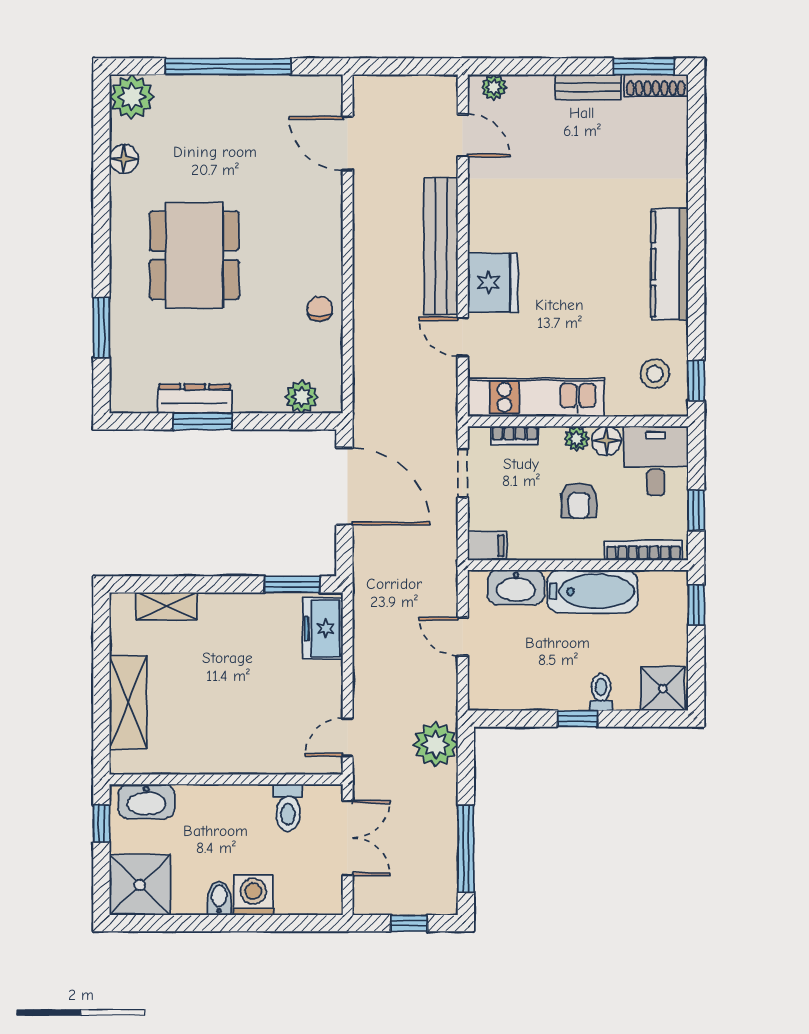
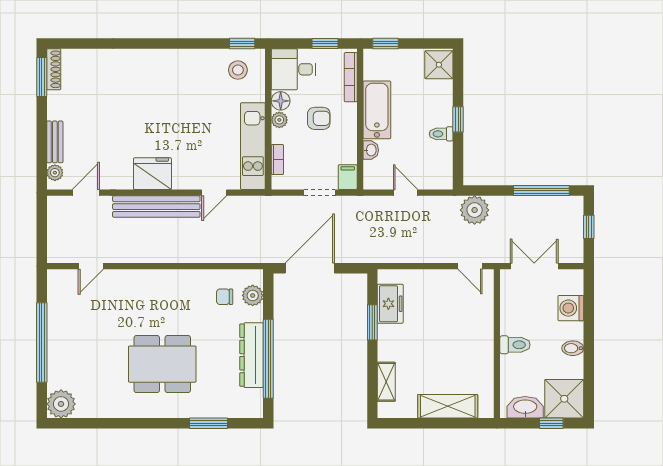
bench: (588, 87) -> (55, 142), moved
door: (348, 143) -> (91, 266), width x0.73
floor lamp: (124, 159) -> (101, 409), removed
kitchen counter: (670, 264) -> (168, 61), removed
fridge: (493, 283) -> (152, 174), moved
chair: (320, 309) -> (225, 297), moved
dresser: (195, 399) -> (252, 355), width x1.37, depth x1.24
window: (203, 421) -> (268, 359), width x2.11
doorway: (463, 473) -> (319, 193), moved
window: (292, 584) -> (372, 322), moved
washbasin: (516, 587) -> (371, 150), width x0.52, depth x0.69
freezer: (323, 628) -> (390, 304), moved, turned -90
door: (463, 636) -> (406, 193), swing flipped
toilet: (601, 692) -> (441, 134), moved
washbasin: (146, 801) -> (525, 407), moved, turned -90
toilet: (288, 808) -> (515, 345), moved
window: (101, 823) -> (551, 423), moved
washing machine: (253, 895) -> (571, 308), moved

